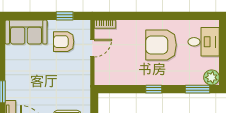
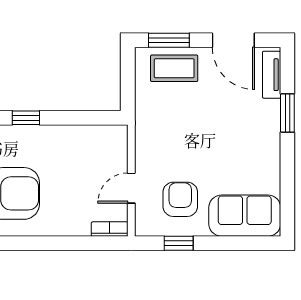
armchair: (64, 42) -> (180, 199), turned -90

